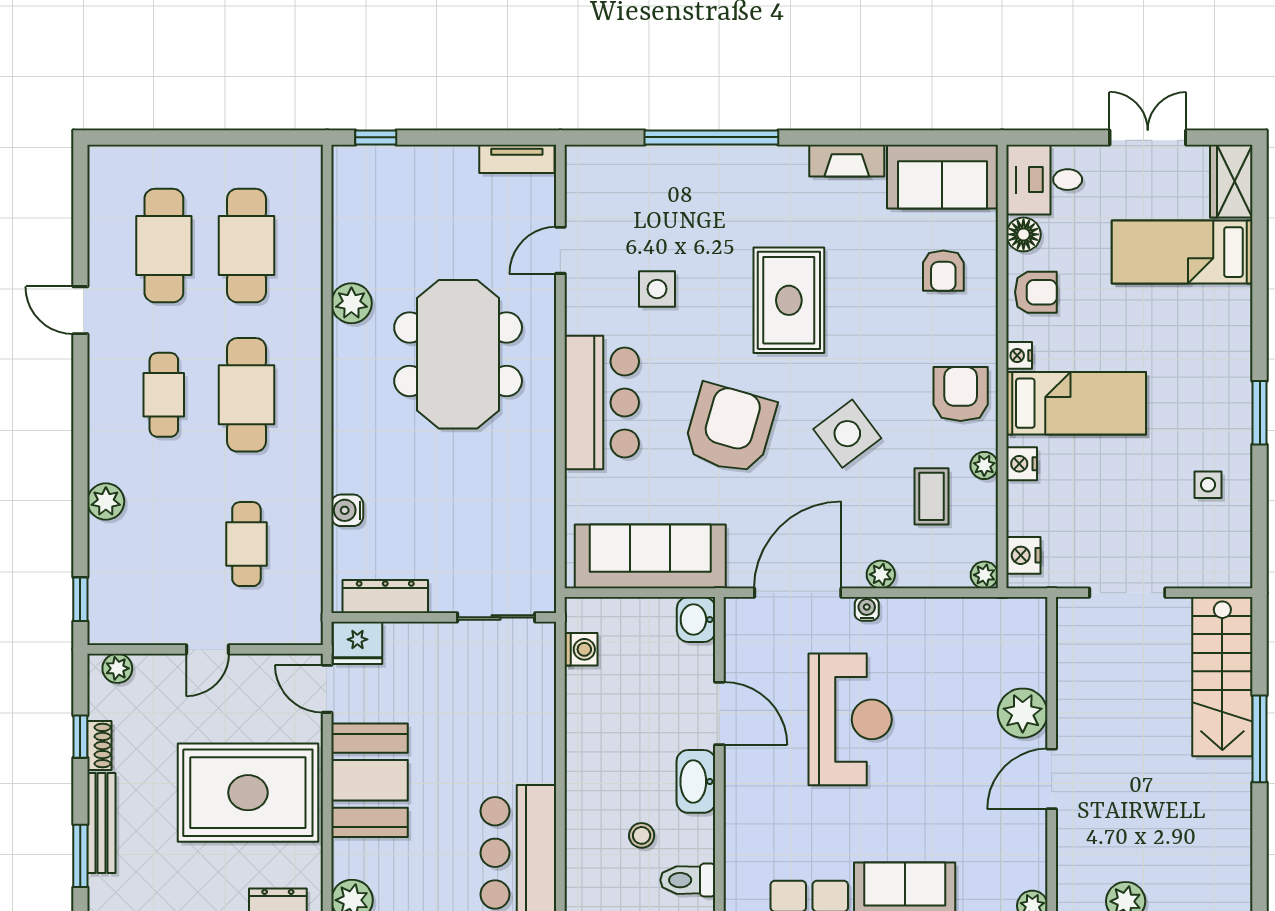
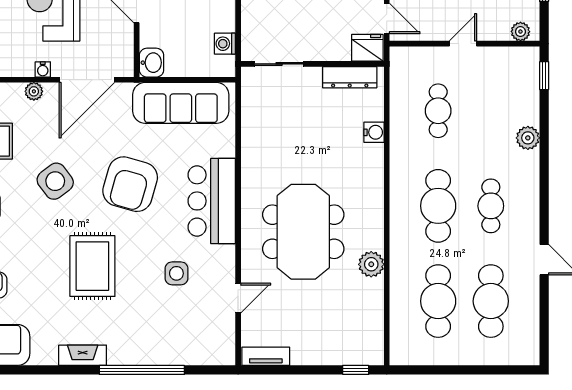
fireplace: (847, 161) -> (83, 355), moved

